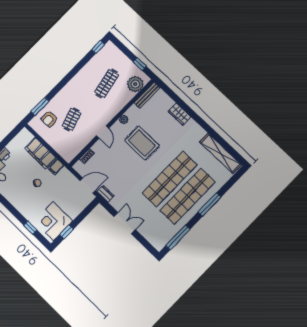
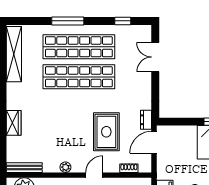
rug: (142, 143) -> (106, 132), moved
door: (88, 186) -> (154, 142), hinge flipped
double door: (125, 223) -> (155, 57), moved
window: (178, 237) -> (123, 21), width x0.46

